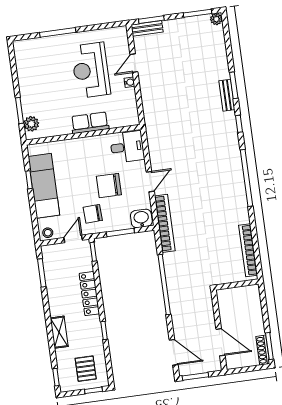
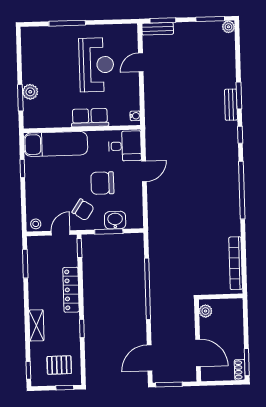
reception desk: (91, 70) -> (96, 65), turned 180
water cooler: (129, 82) -> (135, 116), moved
plant: (31, 124) -> (30, 92), moved
door: (150, 182) -> (144, 171), moved
exam couch: (44, 186) -> (56, 144), moved, turned 90
chair: (93, 214) -> (83, 210), turned -144
washbasin: (141, 218) -> (115, 220), moved
bookcase: (165, 223) -> (155, 227), removed
plant: (224, 300) -> (205, 311), added
shoe rack: (263, 350) -> (240, 370), width x0.70
door: (174, 352) -> (150, 358), swing flipped
pallet: (86, 369) -> (59, 365), turned 90

